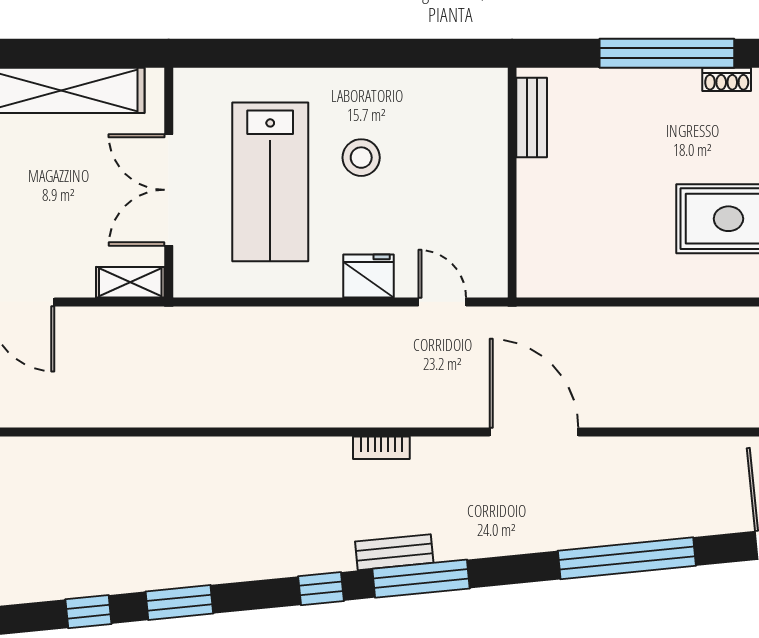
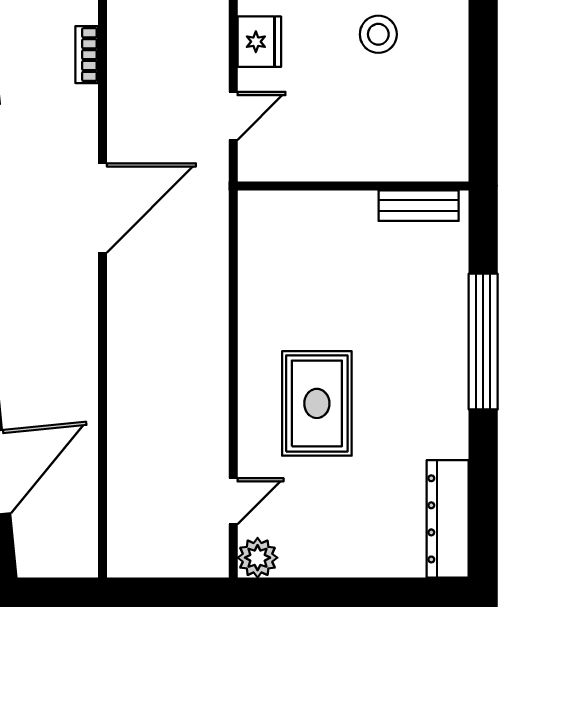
shoe rack: (727, 79) -> (457, 402), removed

